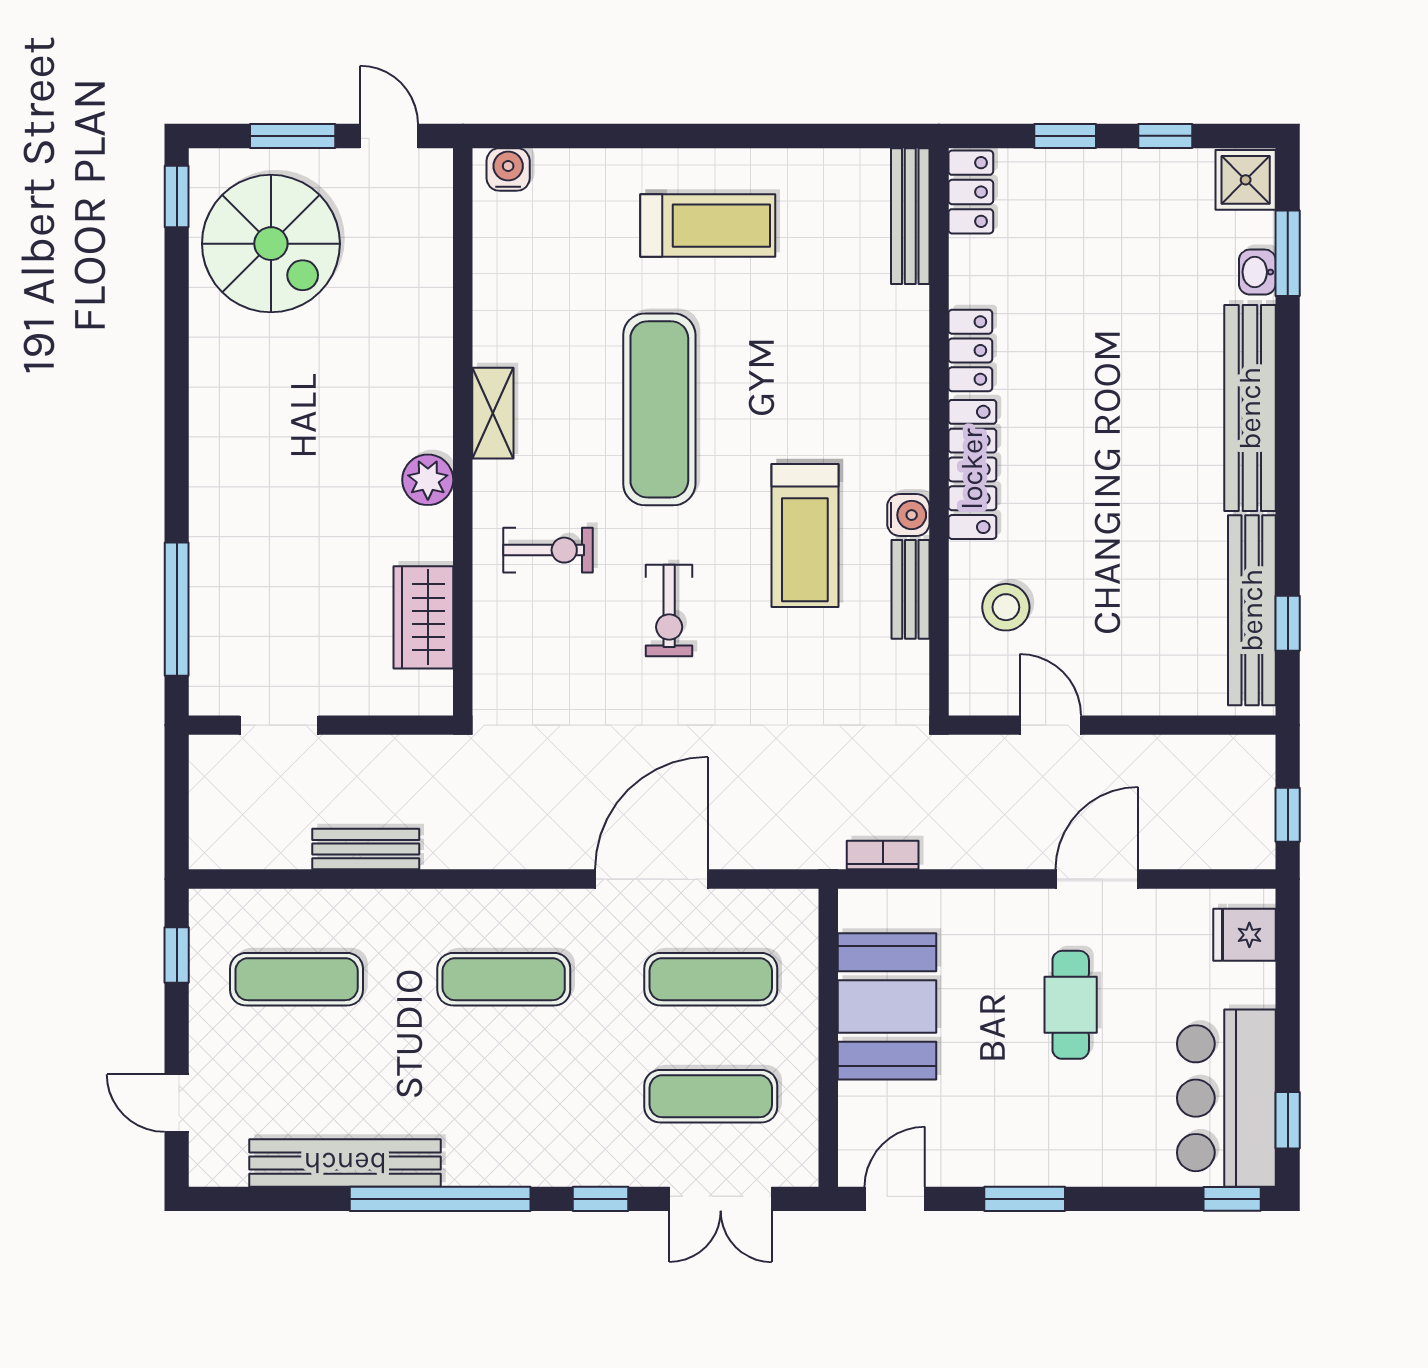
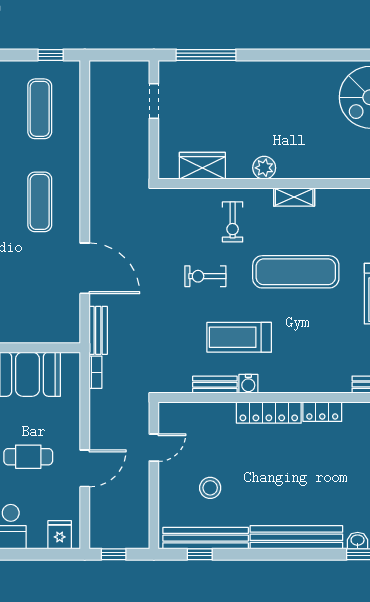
stool: (1006, 607) -> (210, 488), moved
bench: (366, 849) -> (98, 330), moved
door: (1097, 879) -> (85, 468), hinge flipped
exercise mat: (711, 979) -> (40, 295), removed

